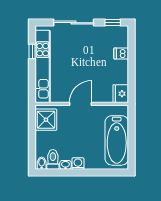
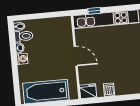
window: (32, 51) -> (94, 11), moved
dishwasher: (121, 53) -> (109, 90), moved
shower: (46, 120) -> (59, 27), removed

